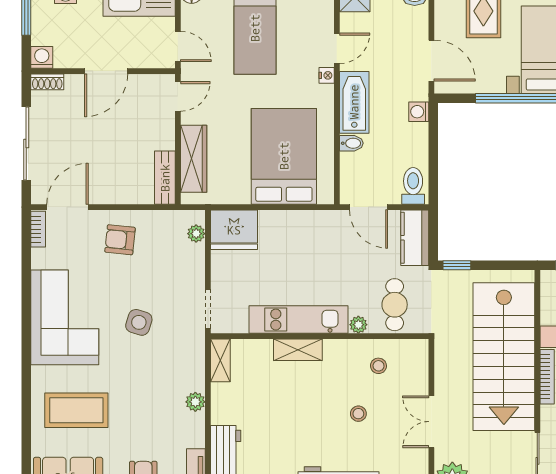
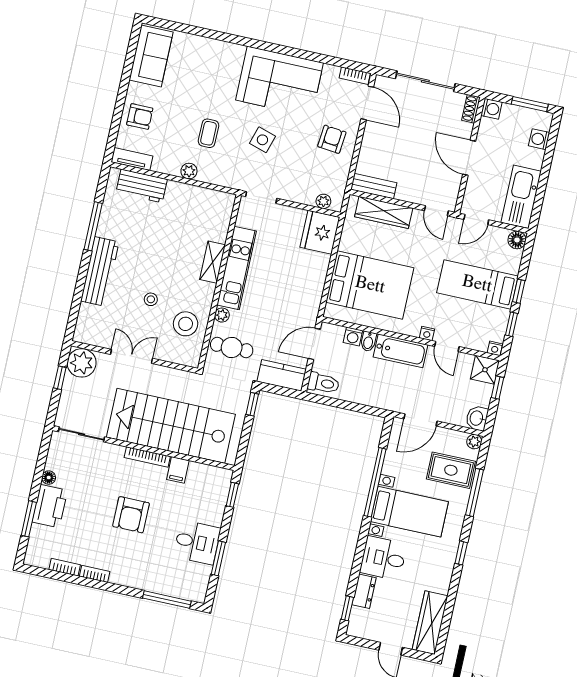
washing machine: (419, 112) -> (353, 336), moved, turned 180
shelving: (220, 360) -> (218, 198), removed
stool: (378, 366) -> (186, 324), width x1.89, depth x1.89
coffee table: (76, 410) -> (208, 133), moved, width x0.54, depth x0.58

